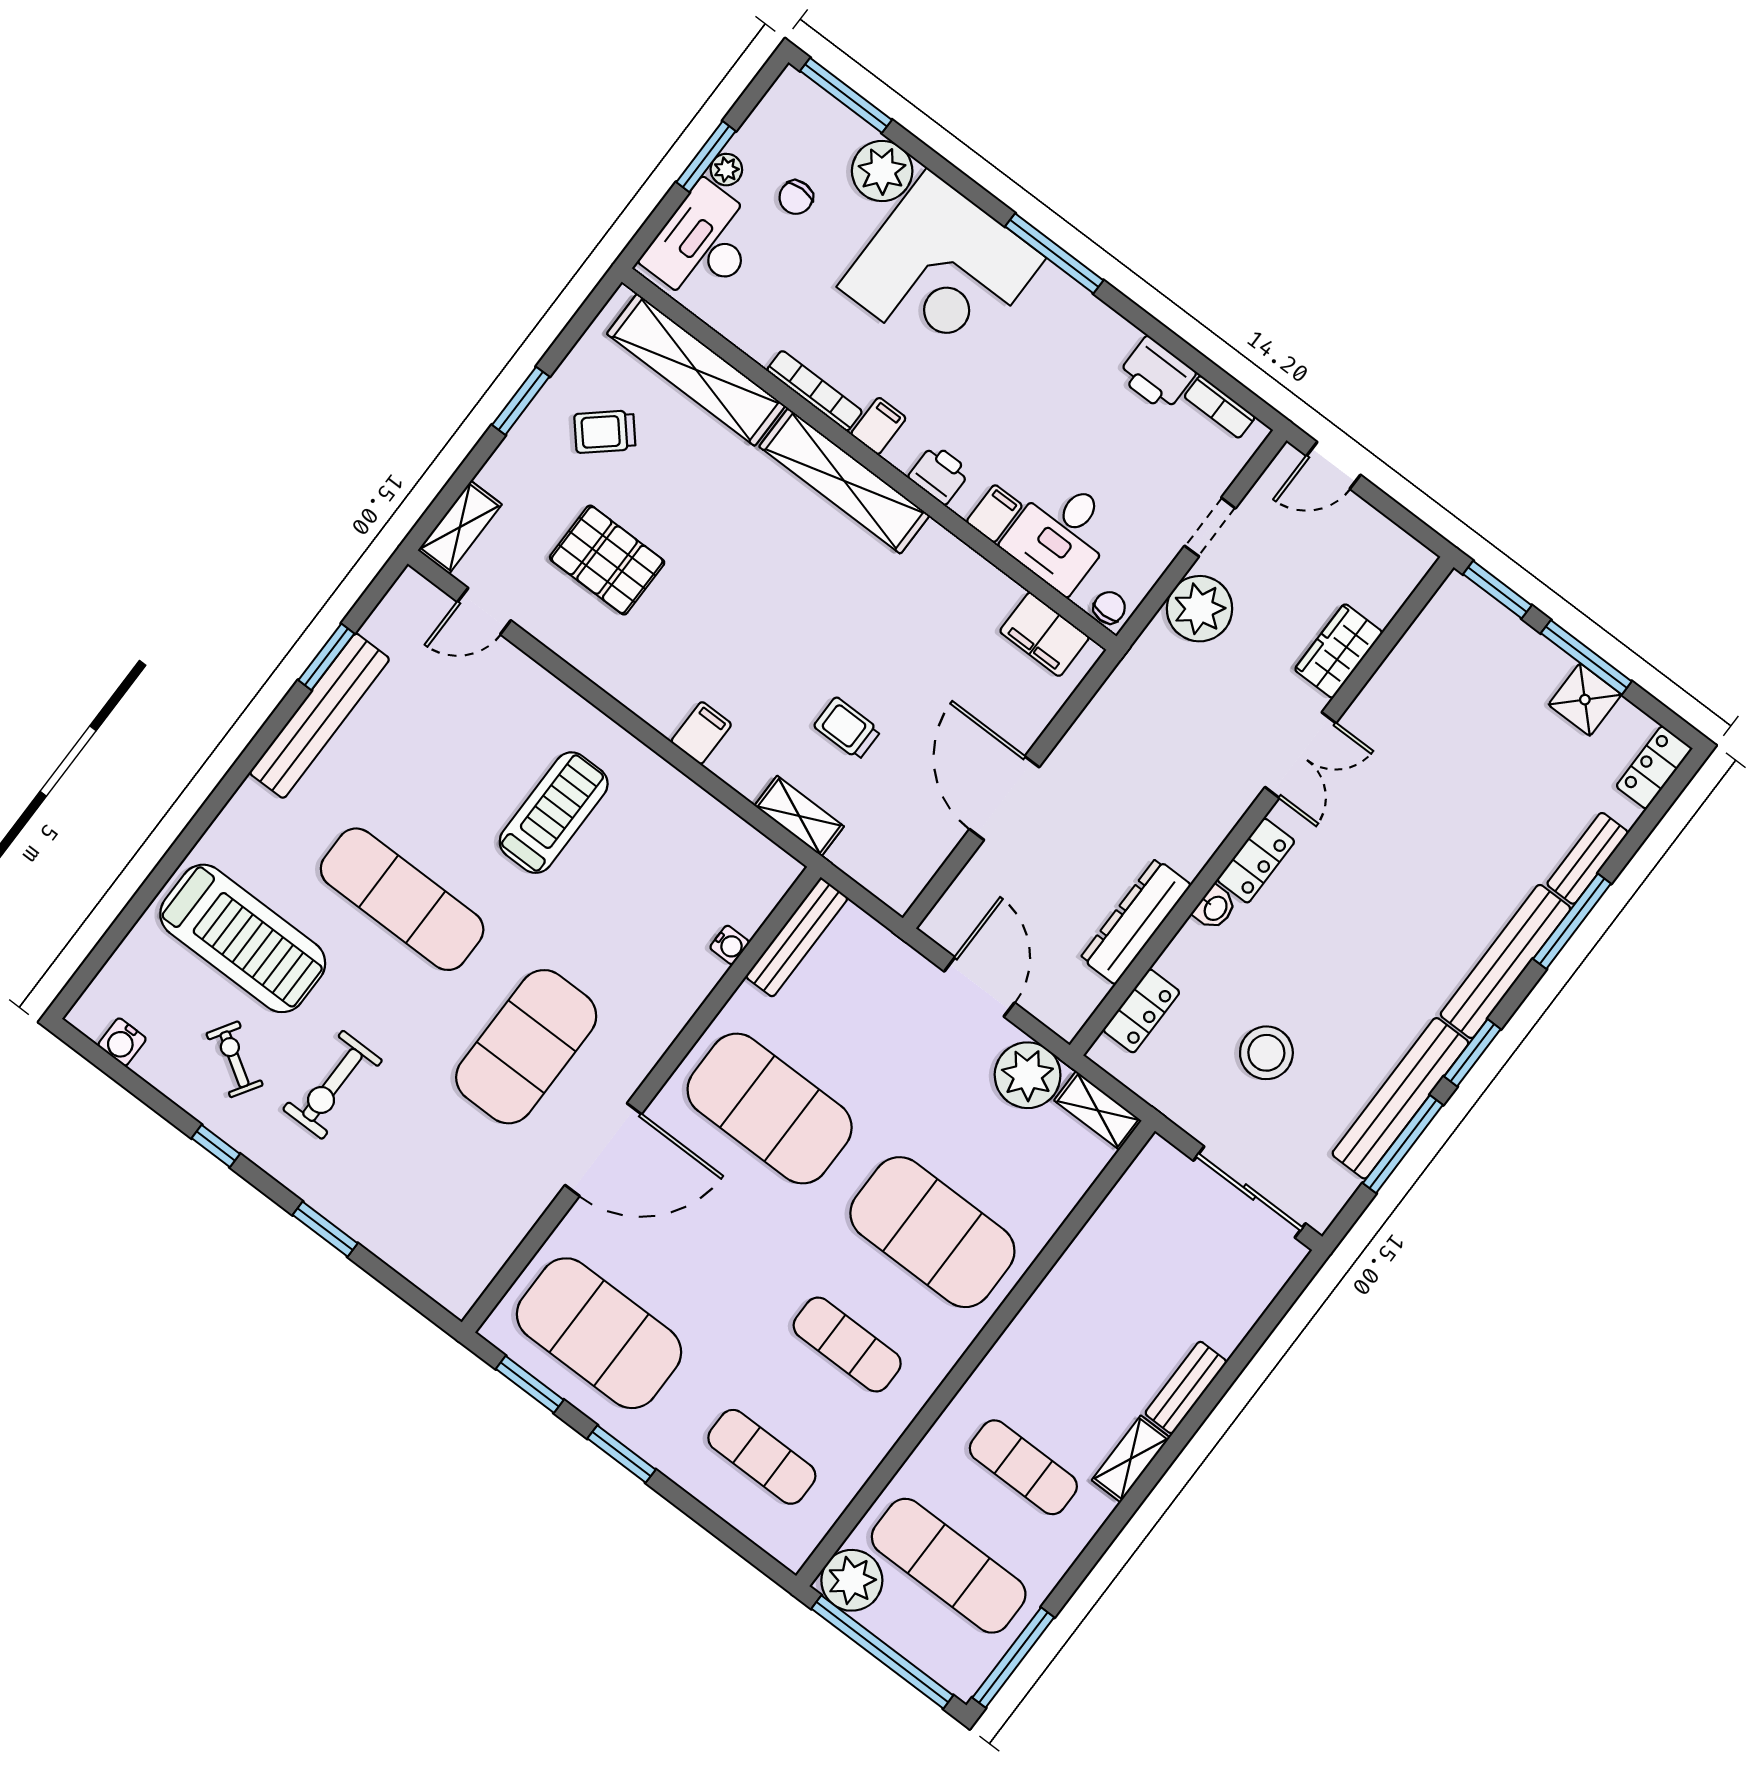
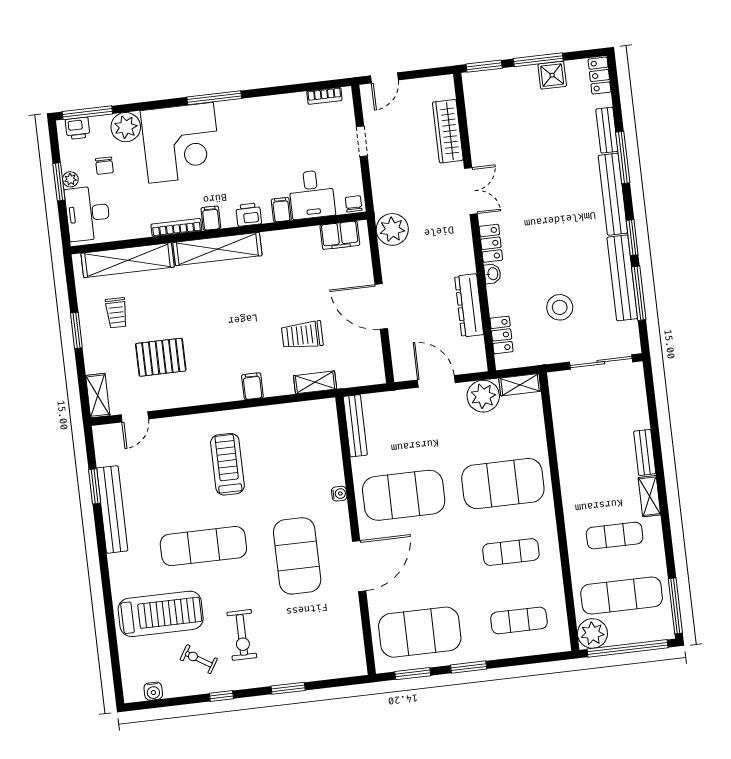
printer: (1157, 374) -> (78, 128), moved, width x0.73, depth x0.81
trolley: (605, 432) -> (116, 313), turned -49
plant: (1200, 609) -> (392, 229), moved
wardrobe: (1339, 651) -> (448, 131), width x1.50
trolley: (847, 728) -> (302, 335), width x1.36, depth x1.39
water cooler: (730, 945) -> (339, 494), moved

